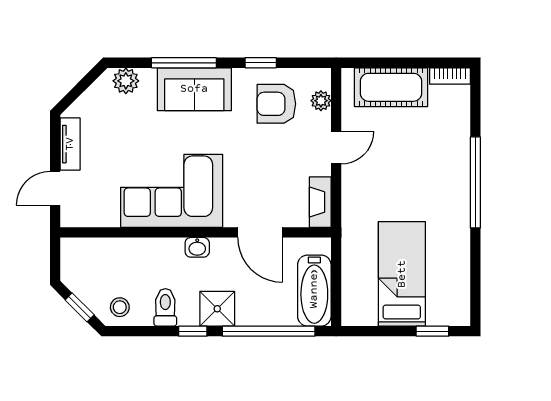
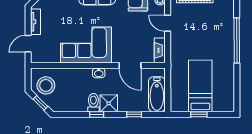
door: (336, 148) -> (168, 23), swing flipped
stool: (120, 307) -> (46, 85), moved, width x1.89, depth x1.89
toilet: (165, 307) -> (93, 103), moved
window: (269, 331) -> (134, 114), width x0.32
window: (432, 331) -> (199, 114), moved

